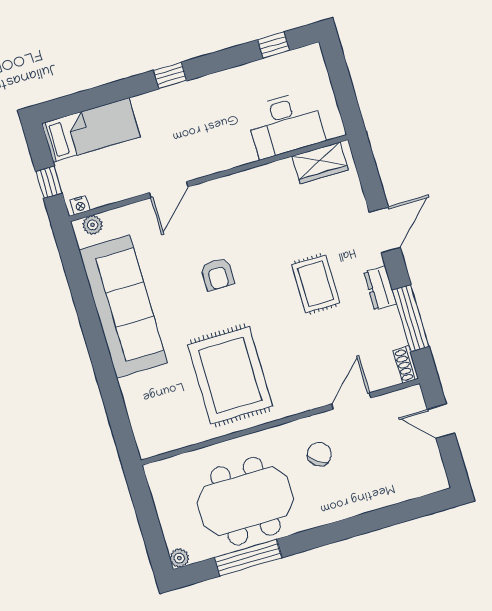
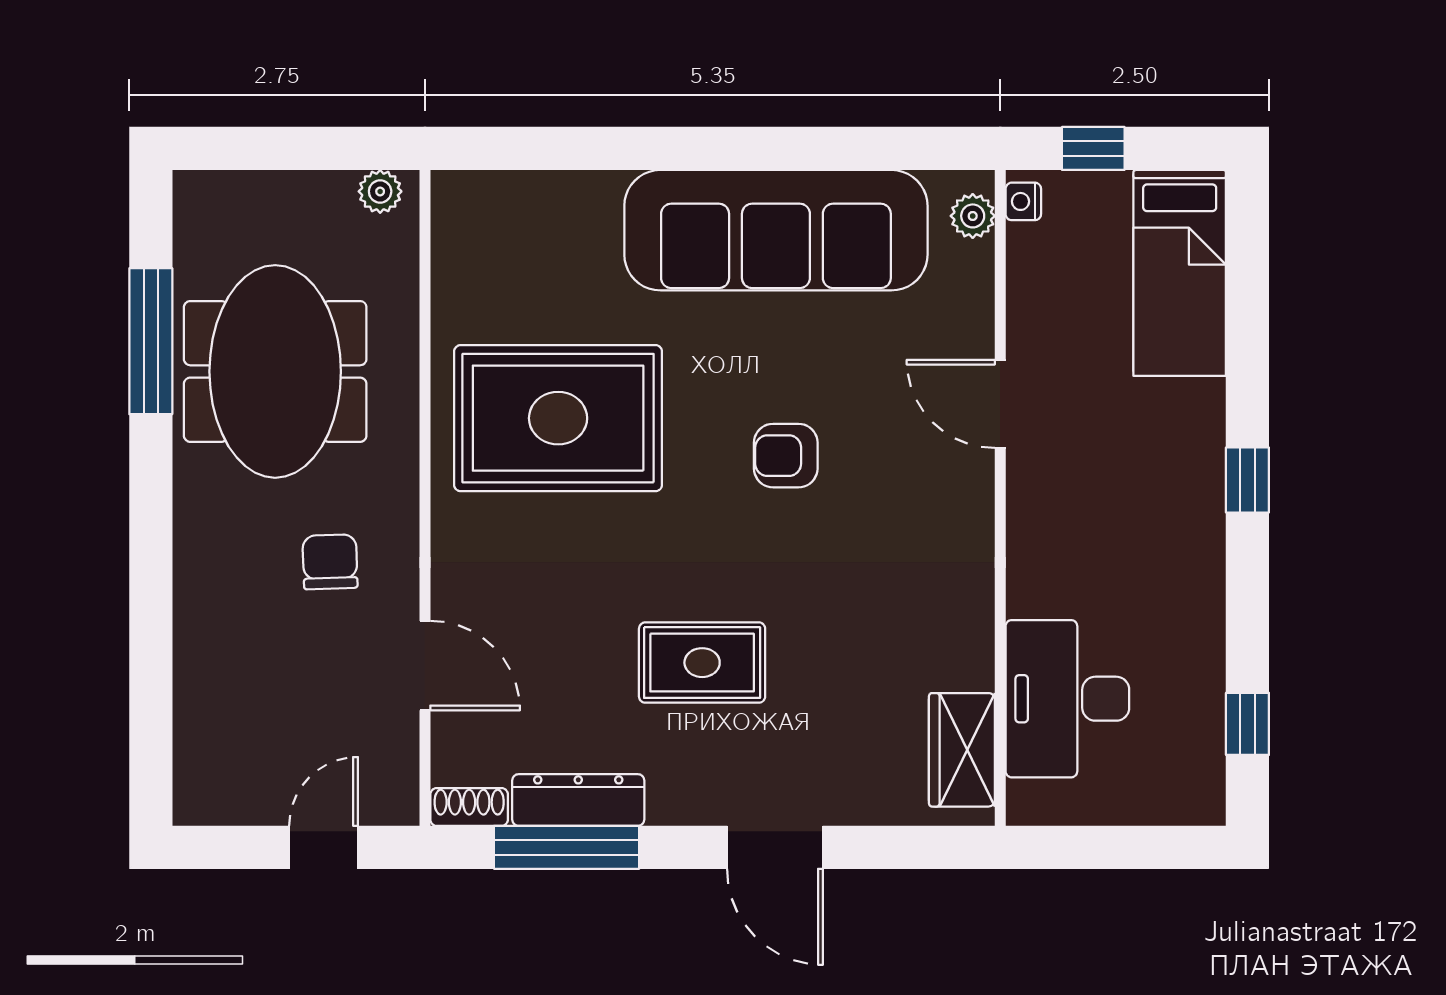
dresser: (380, 288) -> (578, 800), moved, width x1.44
chair: (319, 454) -> (330, 562), turned -128
plant: (179, 558) -> (380, 191), moved

